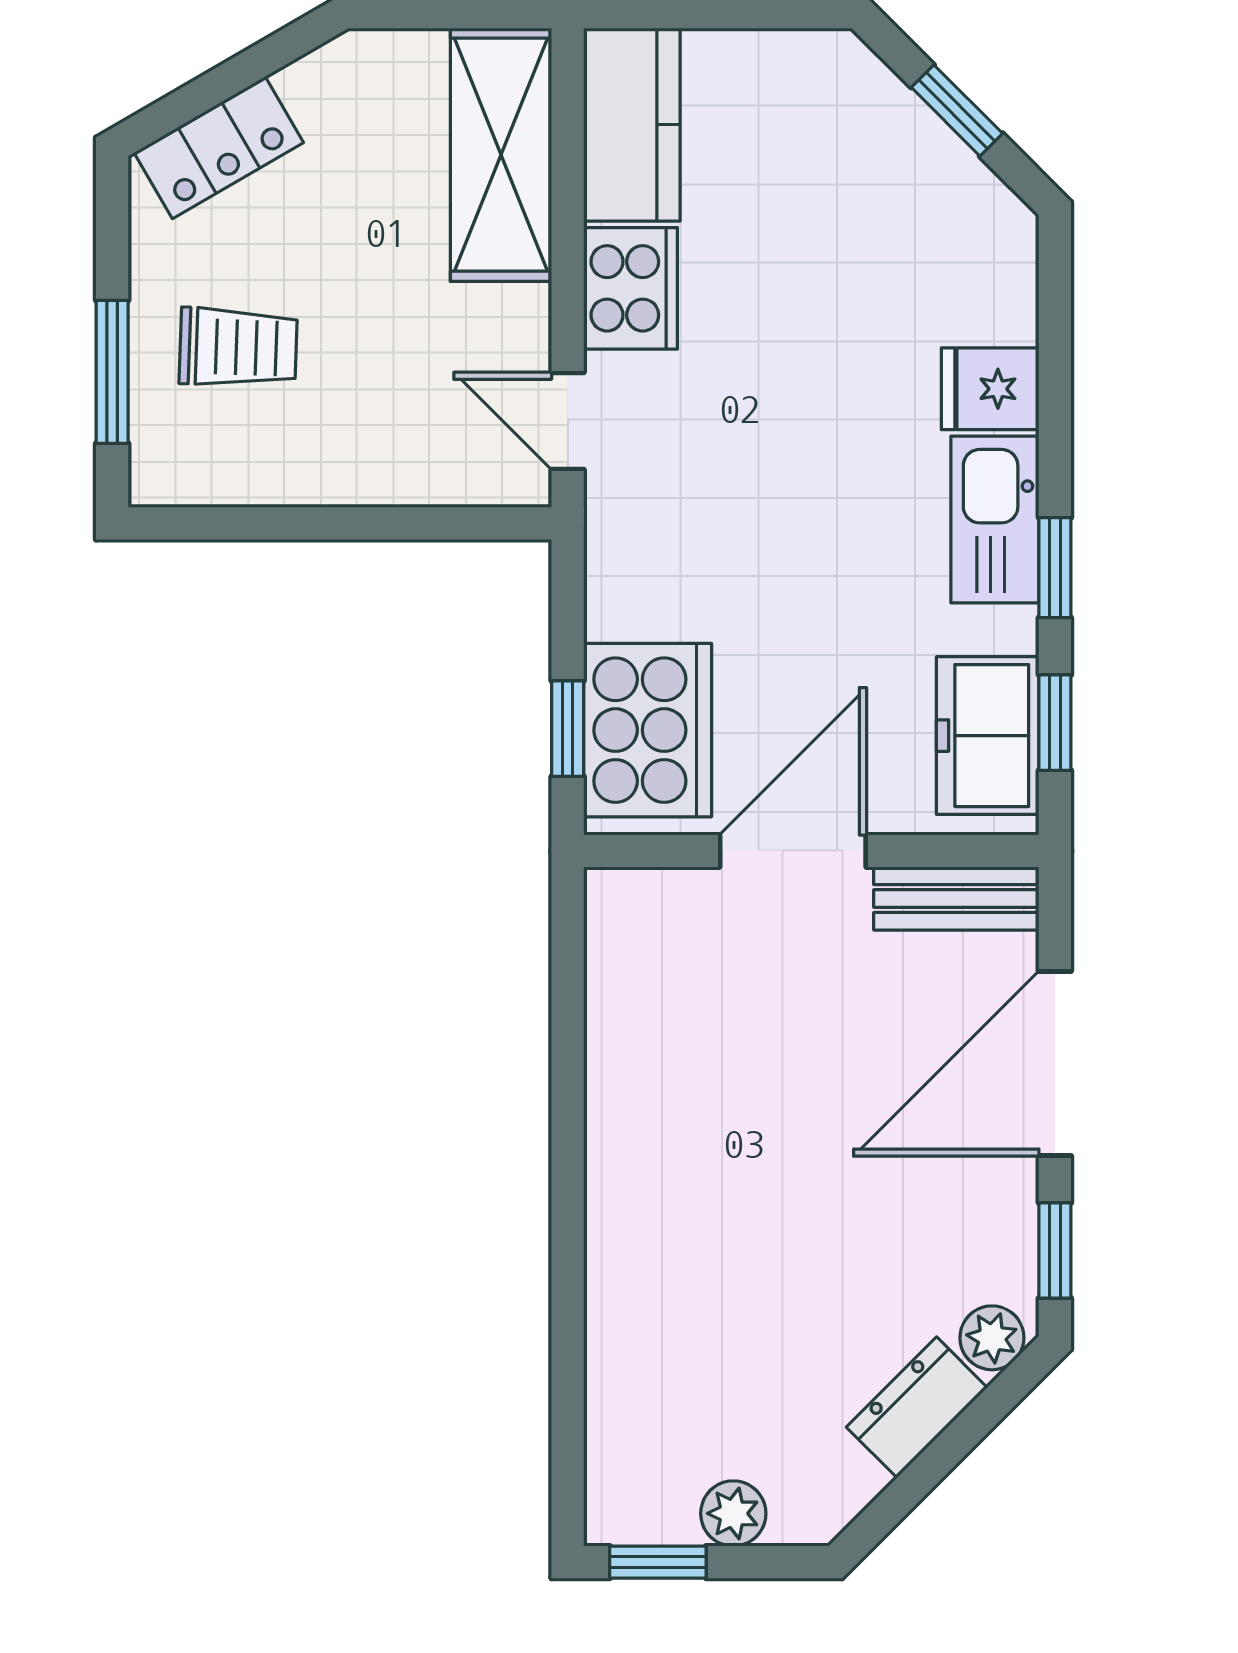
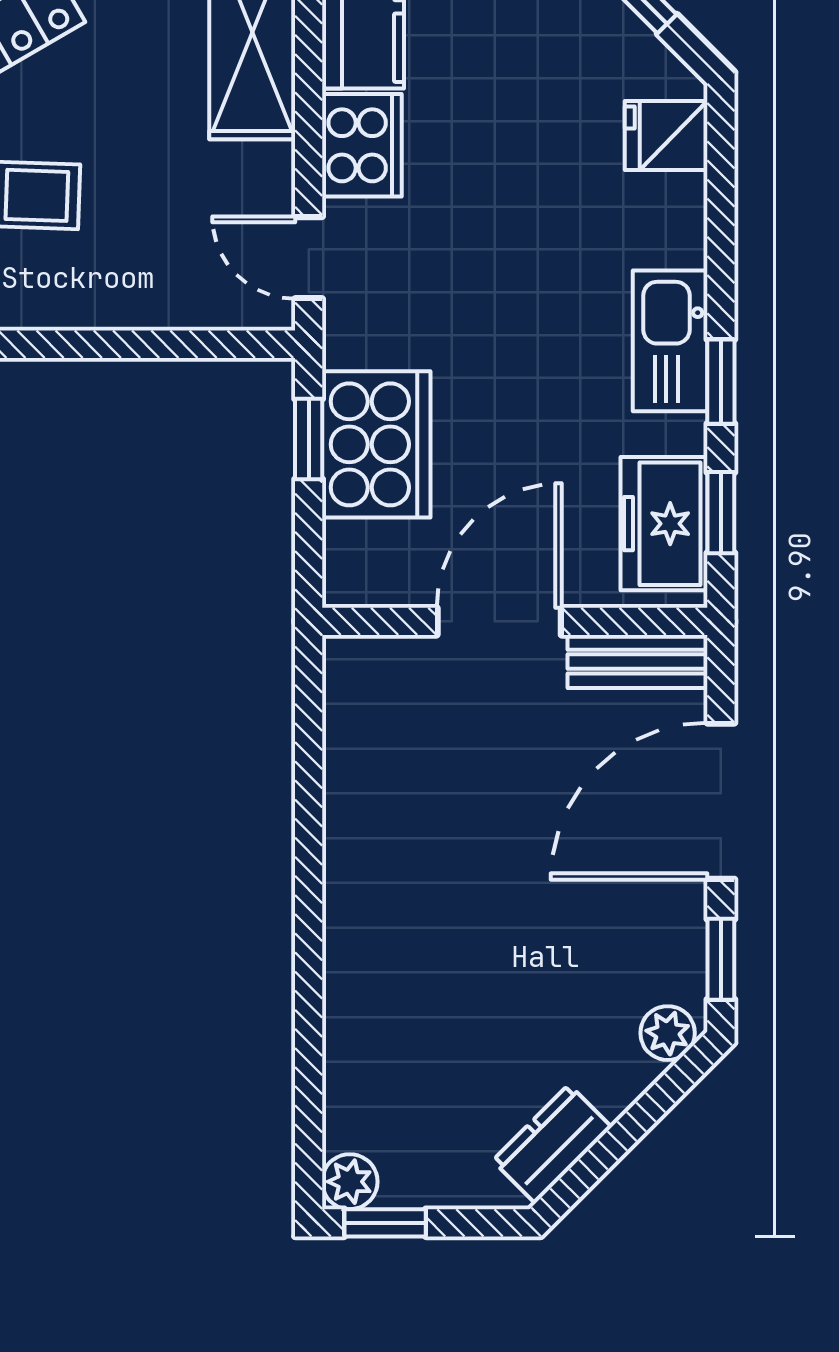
fridge: (990, 389) -> (666, 136), moved
window: (568, 729) -> (309, 439), moved
cooker: (648, 730) -> (376, 444), moved
dresser: (917, 1407) -> (552, 1144), moved
plant: (733, 1513) -> (350, 1182), moved

